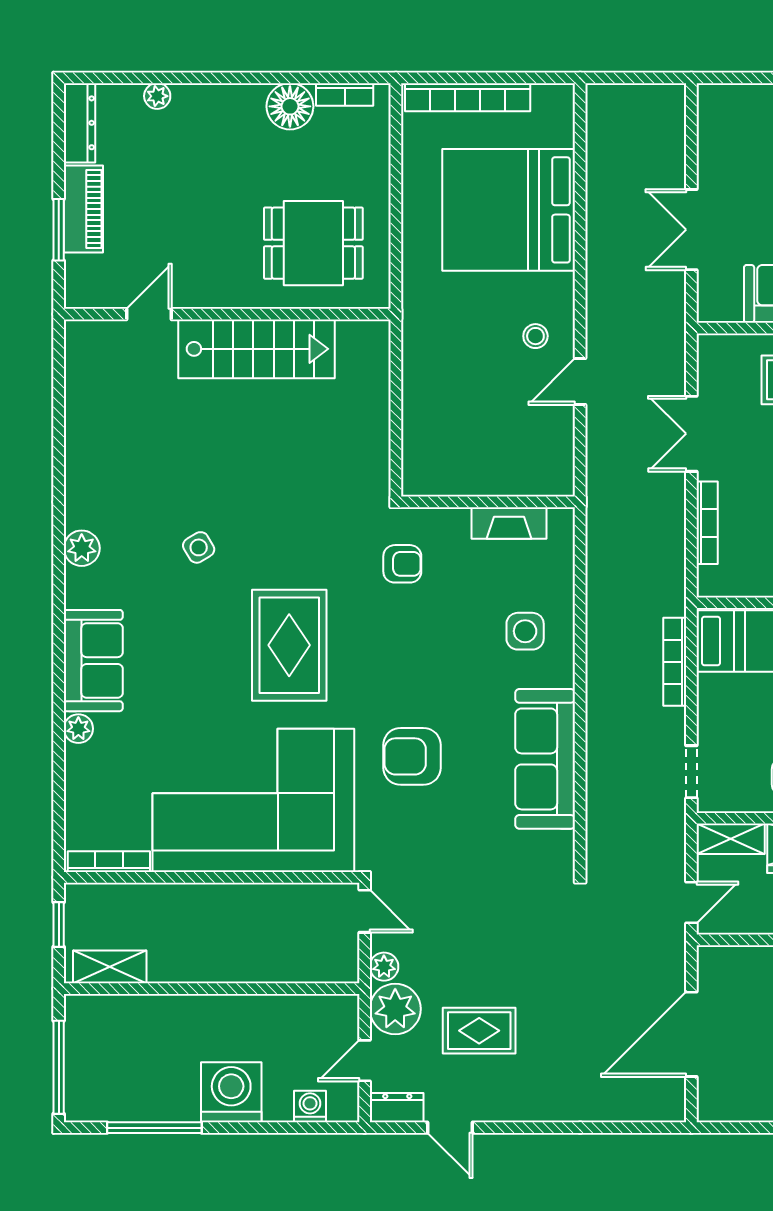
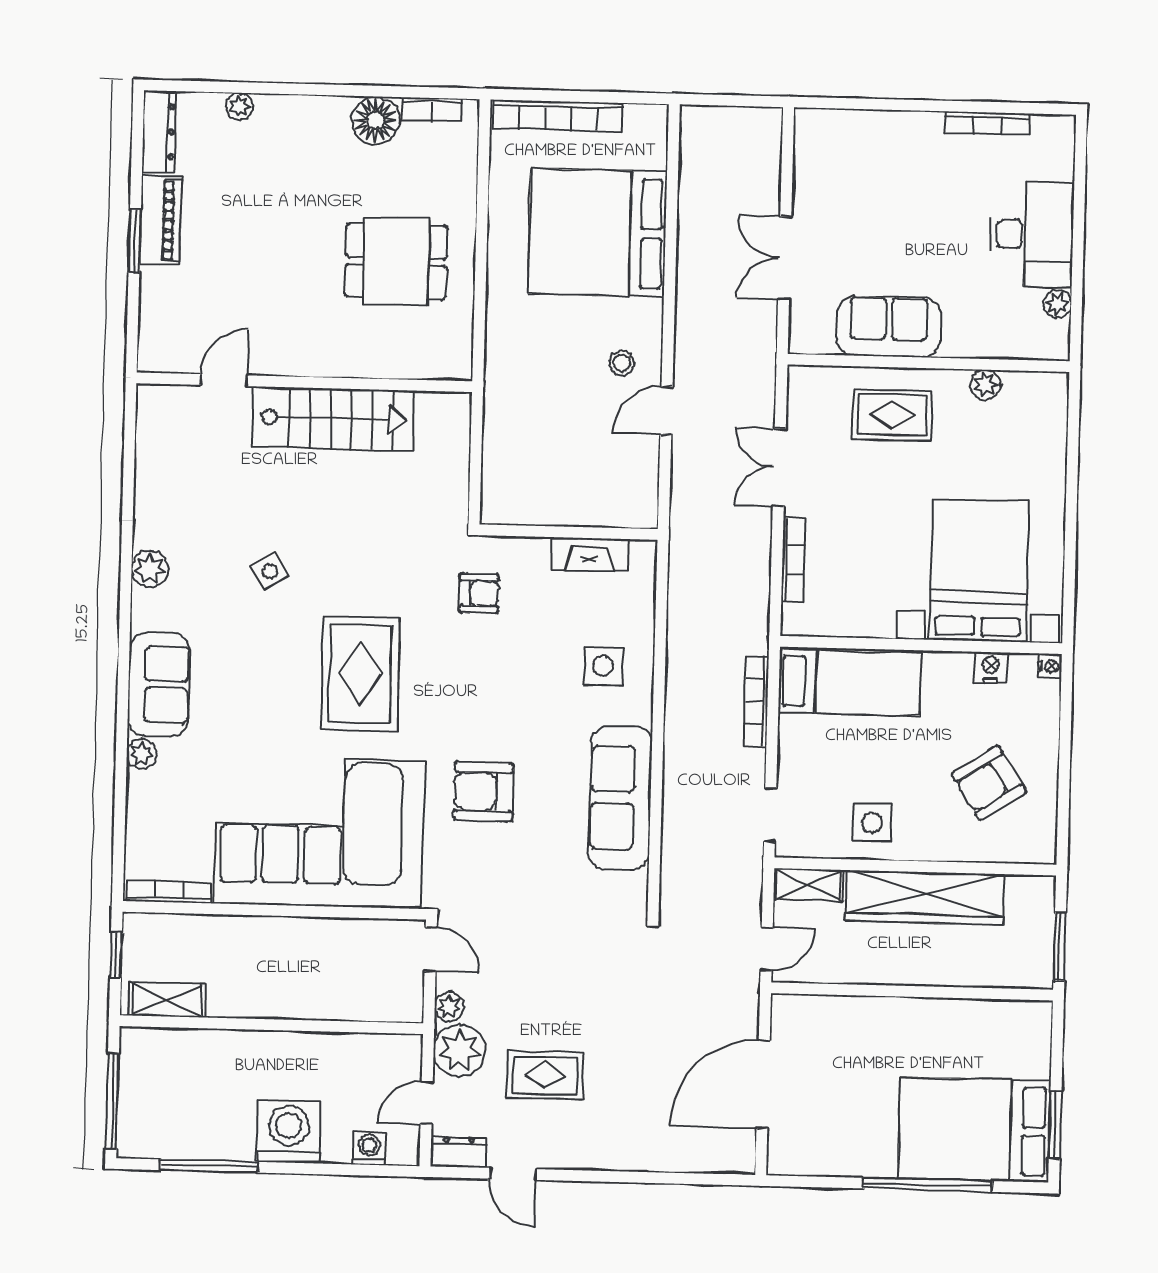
door: (149, 314) -> (224, 380), moved
wall: (227, 314) -> (304, 382), moved
stairs: (257, 349) -> (333, 419), moved

